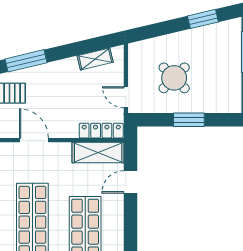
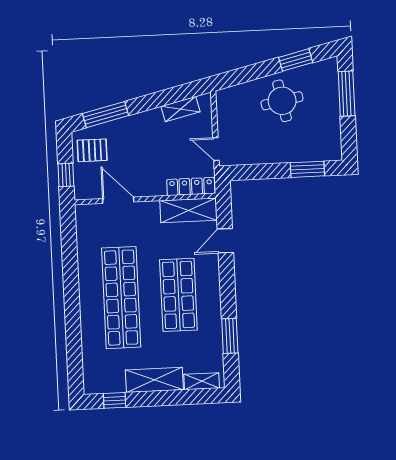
round table: (174, 78) -> (282, 101), moved, turned 34
window: (189, 120) -> (307, 169), moved

